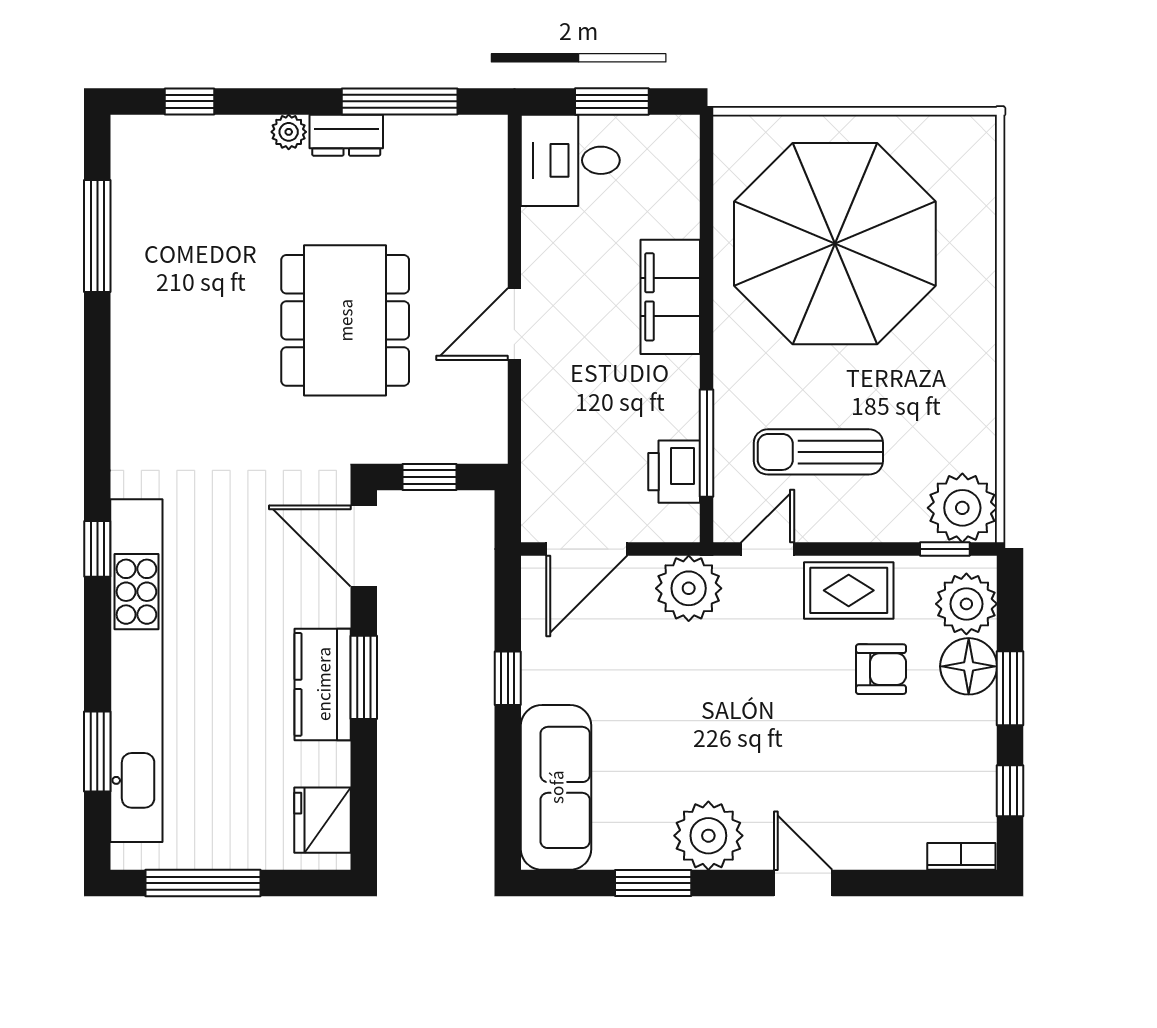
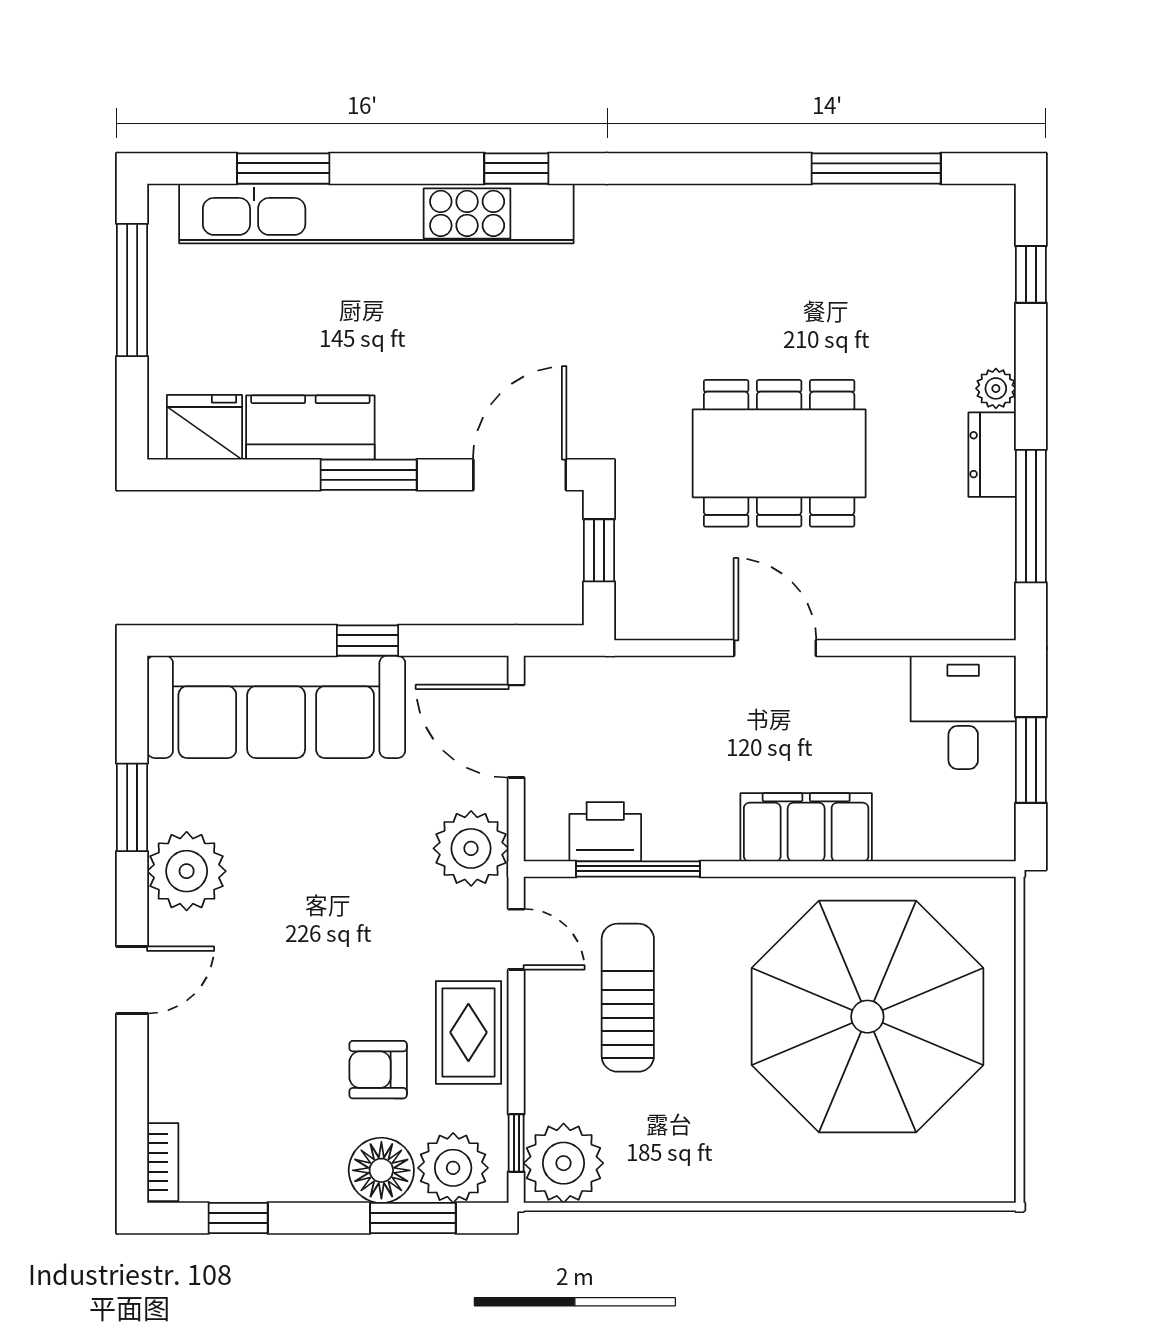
armchair: (881, 669) -> (378, 1070), turned 90
kitchen counter: (323, 684) -> (310, 428), moved
window: (1010, 688) -> (413, 1218), moved
sofa: (556, 787) -> (276, 707), width x1.36, depth x1.27

